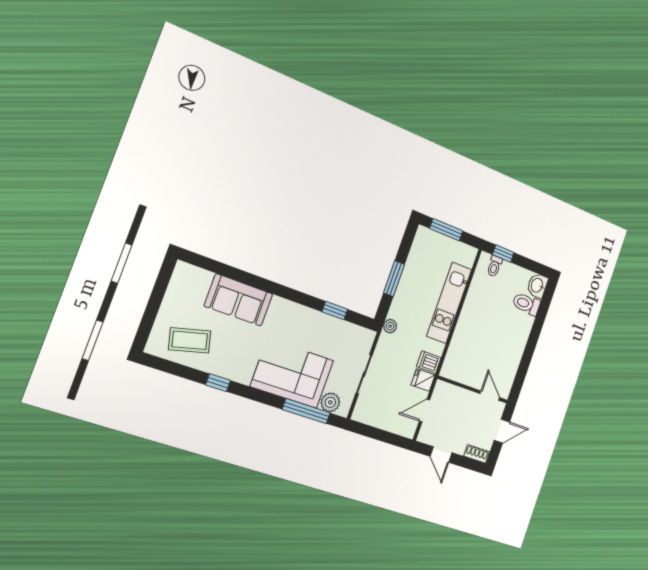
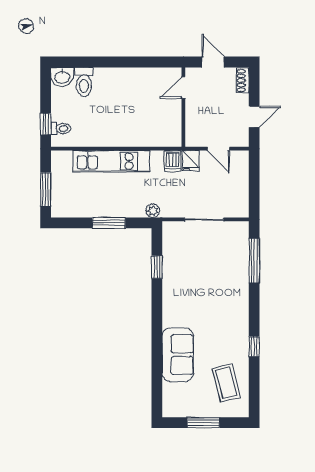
window: (155, 301) -> (203, 423), added
corner sofa: (292, 373) -> (225, 285), removed
plant: (330, 402) -> (239, 242), removed

